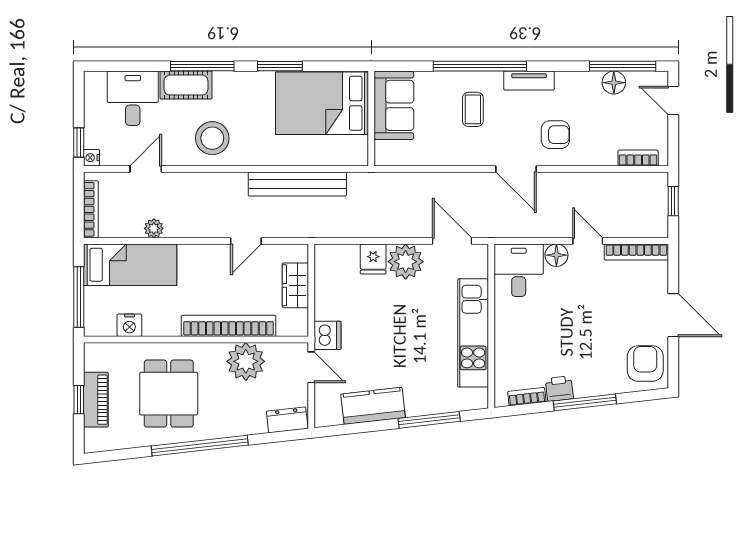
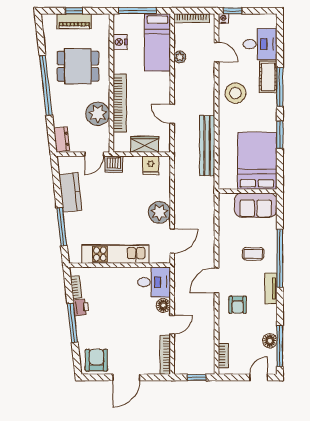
fridge: (373, 259) -> (151, 165), moved, turned -90
armchair: (645, 364) -> (96, 360), turned -90

